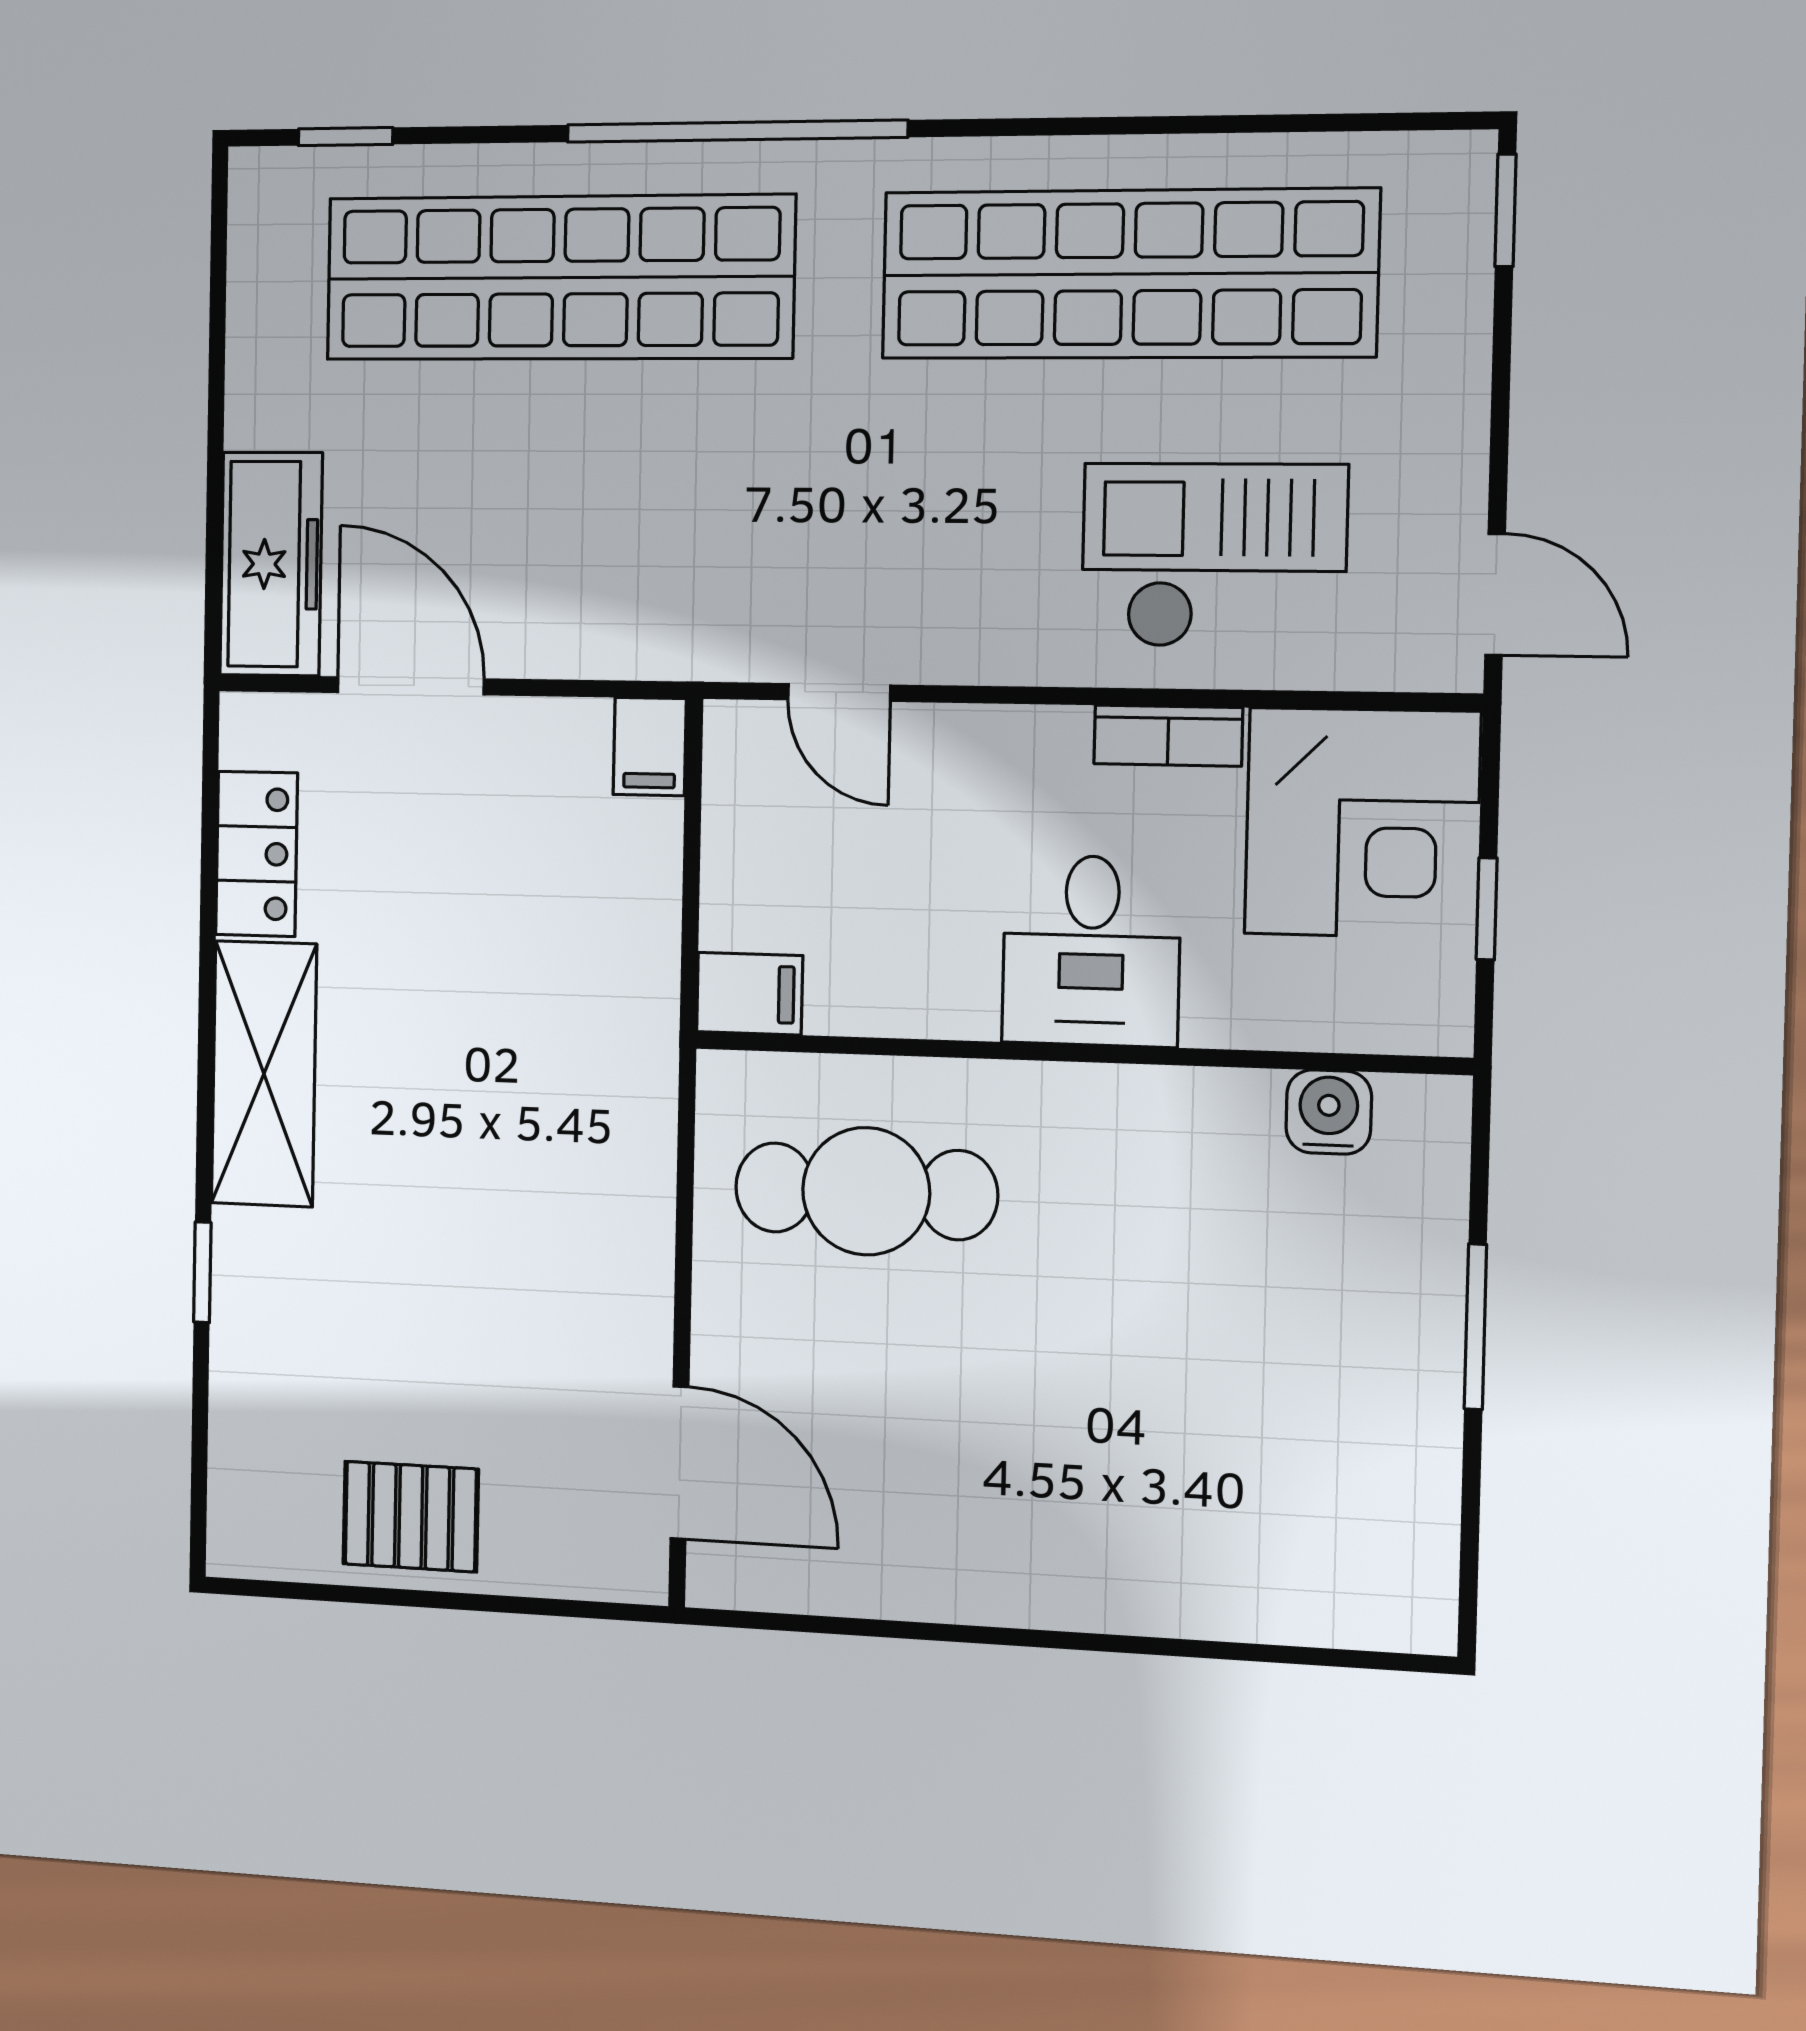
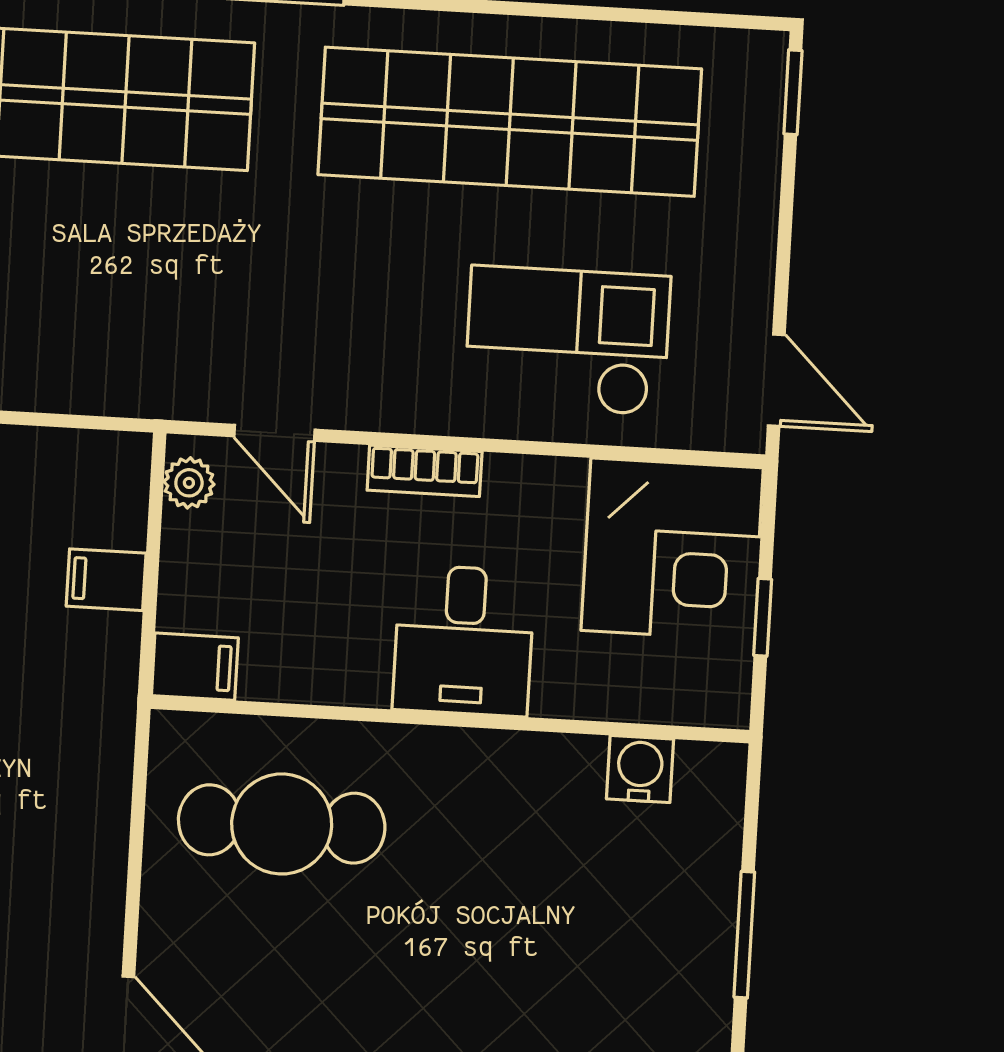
bookcase: (1168, 736) -> (425, 471), moved
filing cabinet: (650, 747) -> (106, 580), moved, turned 90
plant: (734, 761) -> (189, 483), added

